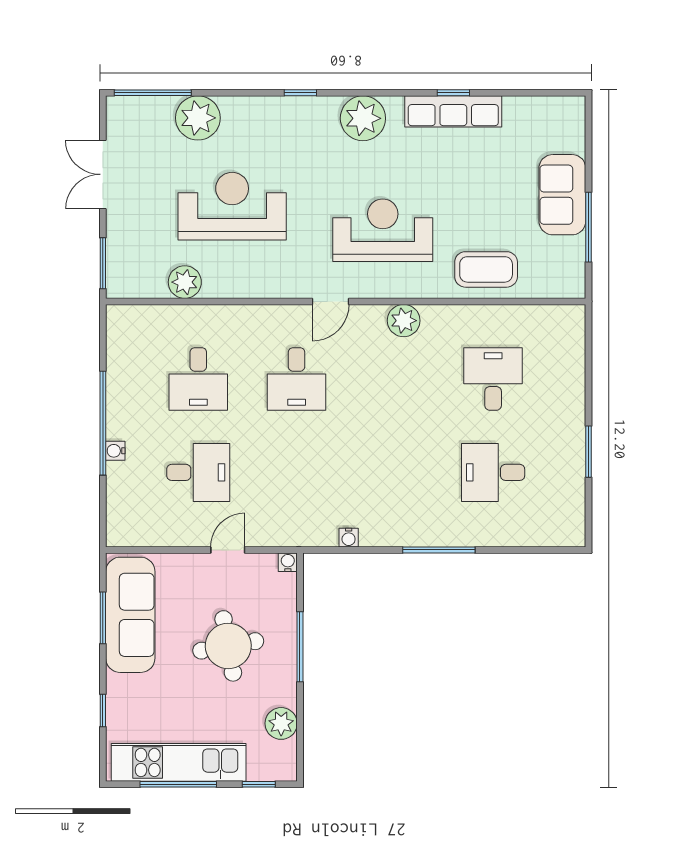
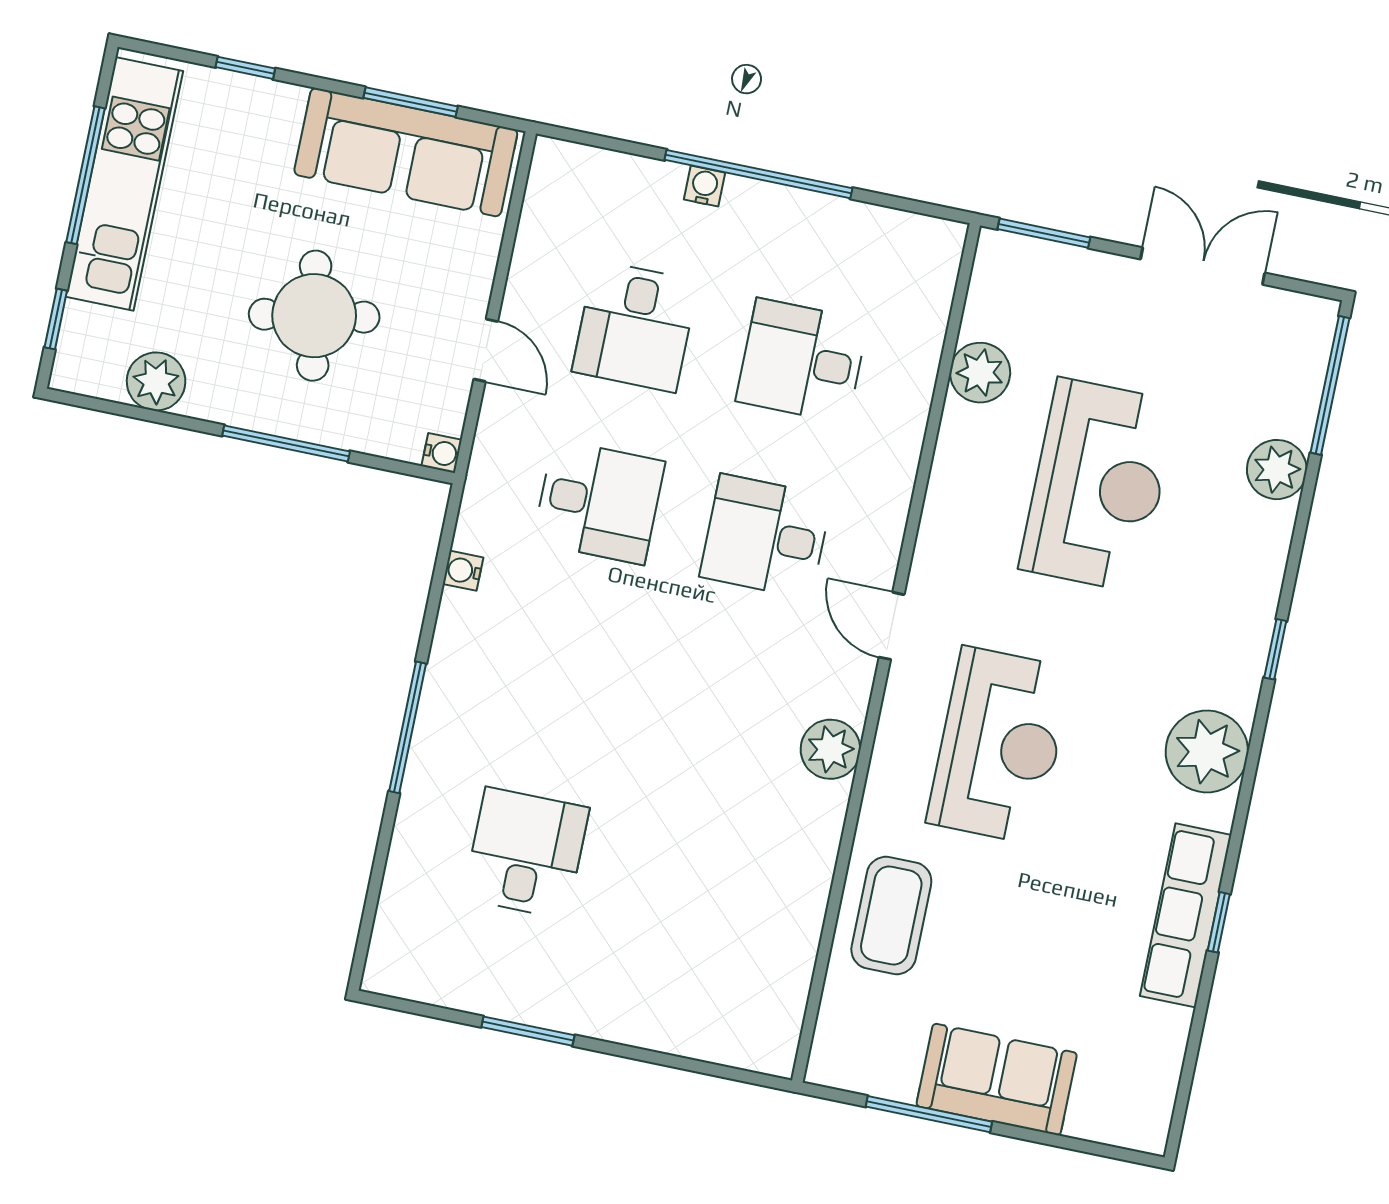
plant: (198, 118) -> (1277, 470), width x0.73, depth x0.73
desk: (493, 379) -> (599, 502), moved

